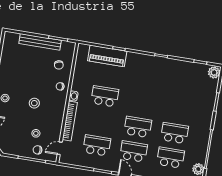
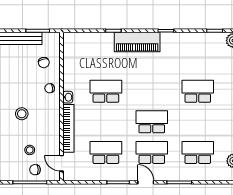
piano: (107, 56) -> (137, 42), moved
school desk: (175, 133) -> (198, 91), moved
door: (60, 148) -> (62, 163), hinge flipped

